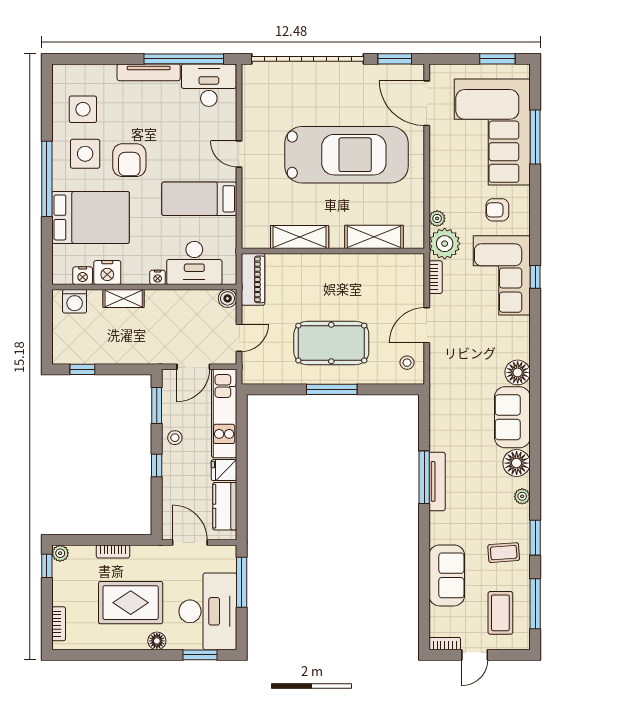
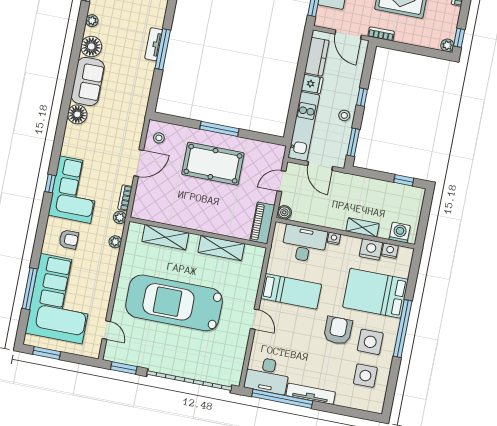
door: (427, 103) -> (106, 330), width x0.53
plant: (445, 244) -> (120, 217), width x0.53, depth x0.53
door: (193, 367) -> (320, 166), swing flipped
tv unit: (437, 481) -> (154, 44), width x0.71
bookcase: (113, 551) -> (381, 34), moved

